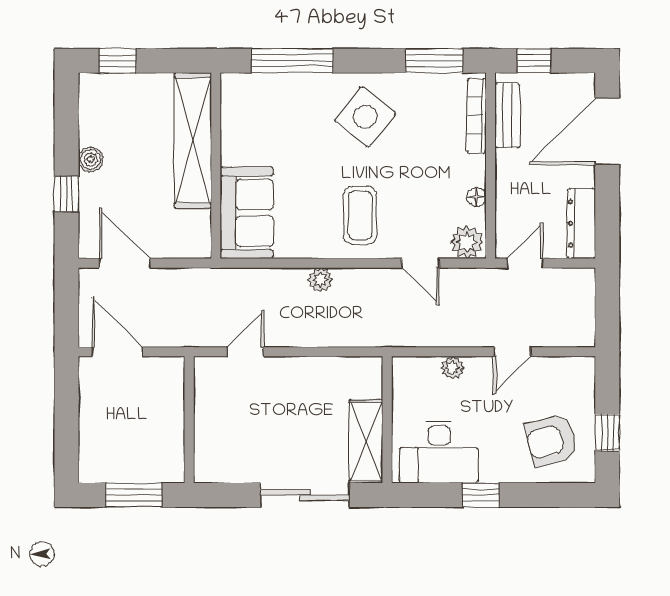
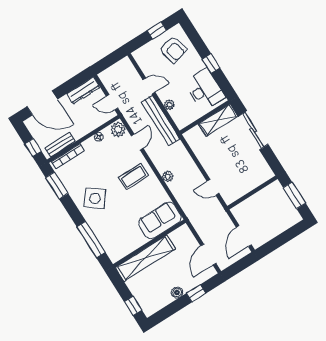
bench: (434, 333) -> (161, 120), added

